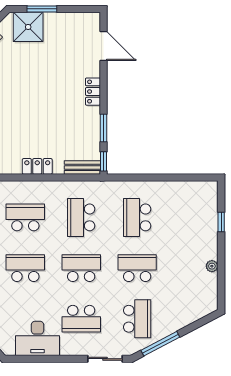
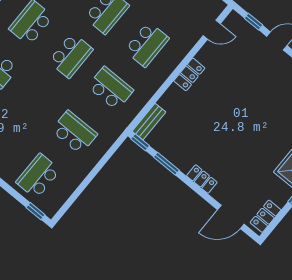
locker: (81, 20) -> (266, 216), added
locker: (37, 166) -> (189, 74), moved
window: (221, 222) -> (36, 211), moved
school desk: (137, 268) -> (38, 176), moved, turned 180

